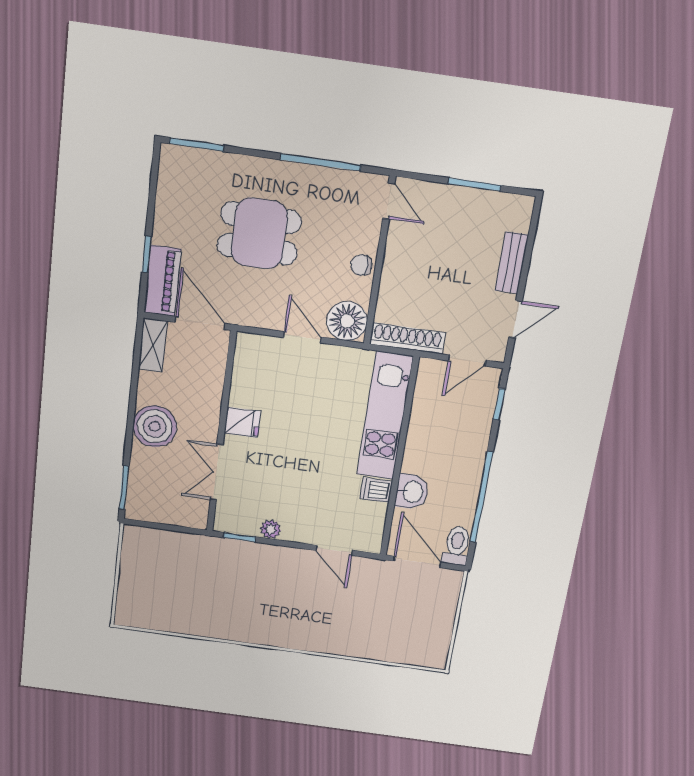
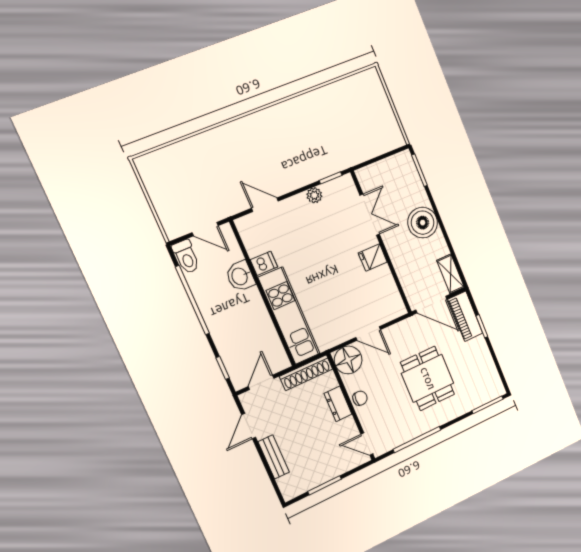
dining table: (259, 233) -> (428, 378), turned 90
dresser: (393, 276) -> (338, 404), added
door: (417, 562) -> (205, 229), width x0.73

